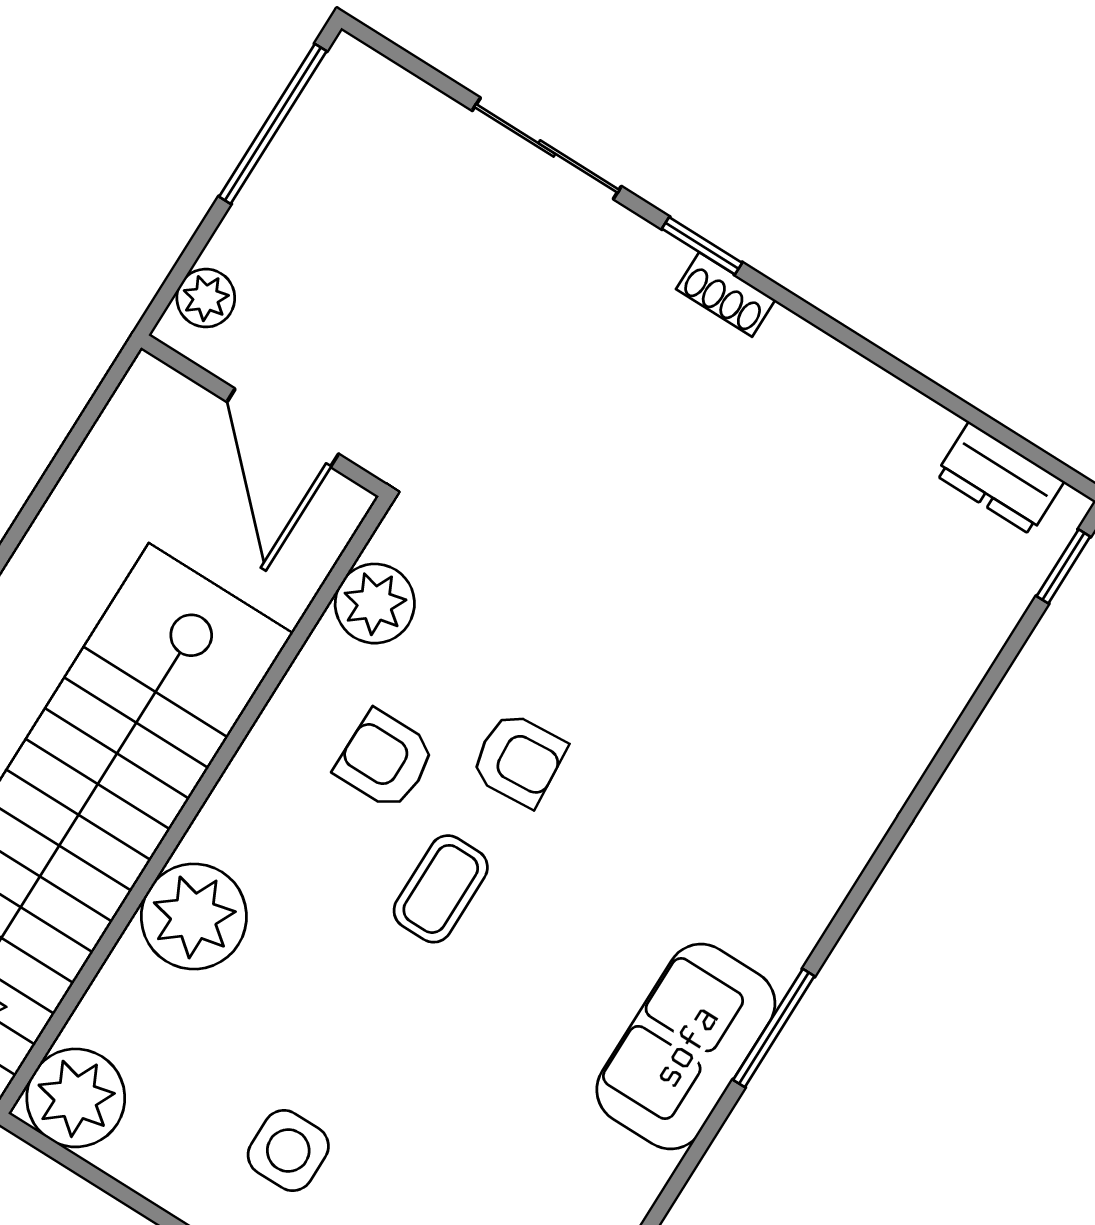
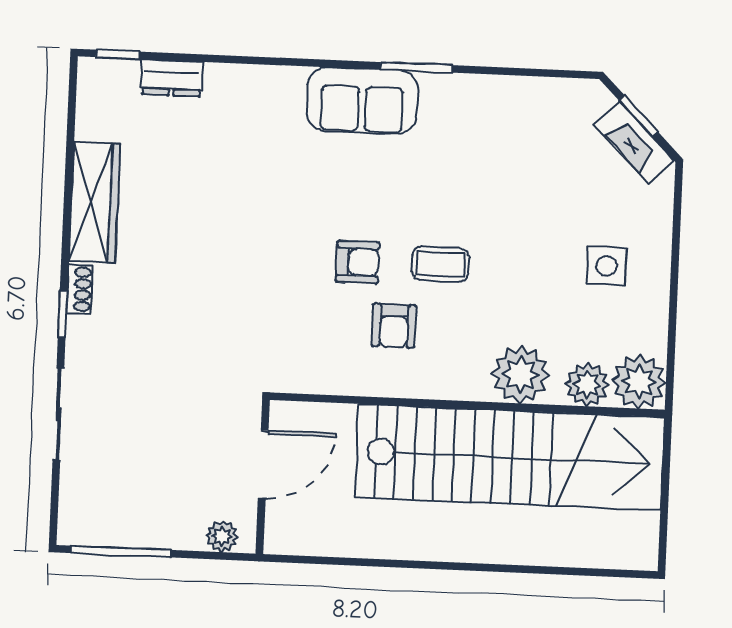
wardrobe: (850, 396) -> (94, 202), added
dresser: (1000, 478) -> (172, 78), moved, turned 90
plant: (375, 604) -> (587, 384), moved
armchair: (518, 759) -> (358, 262), turned 94
sofa: (686, 1047) -> (362, 101), moved

